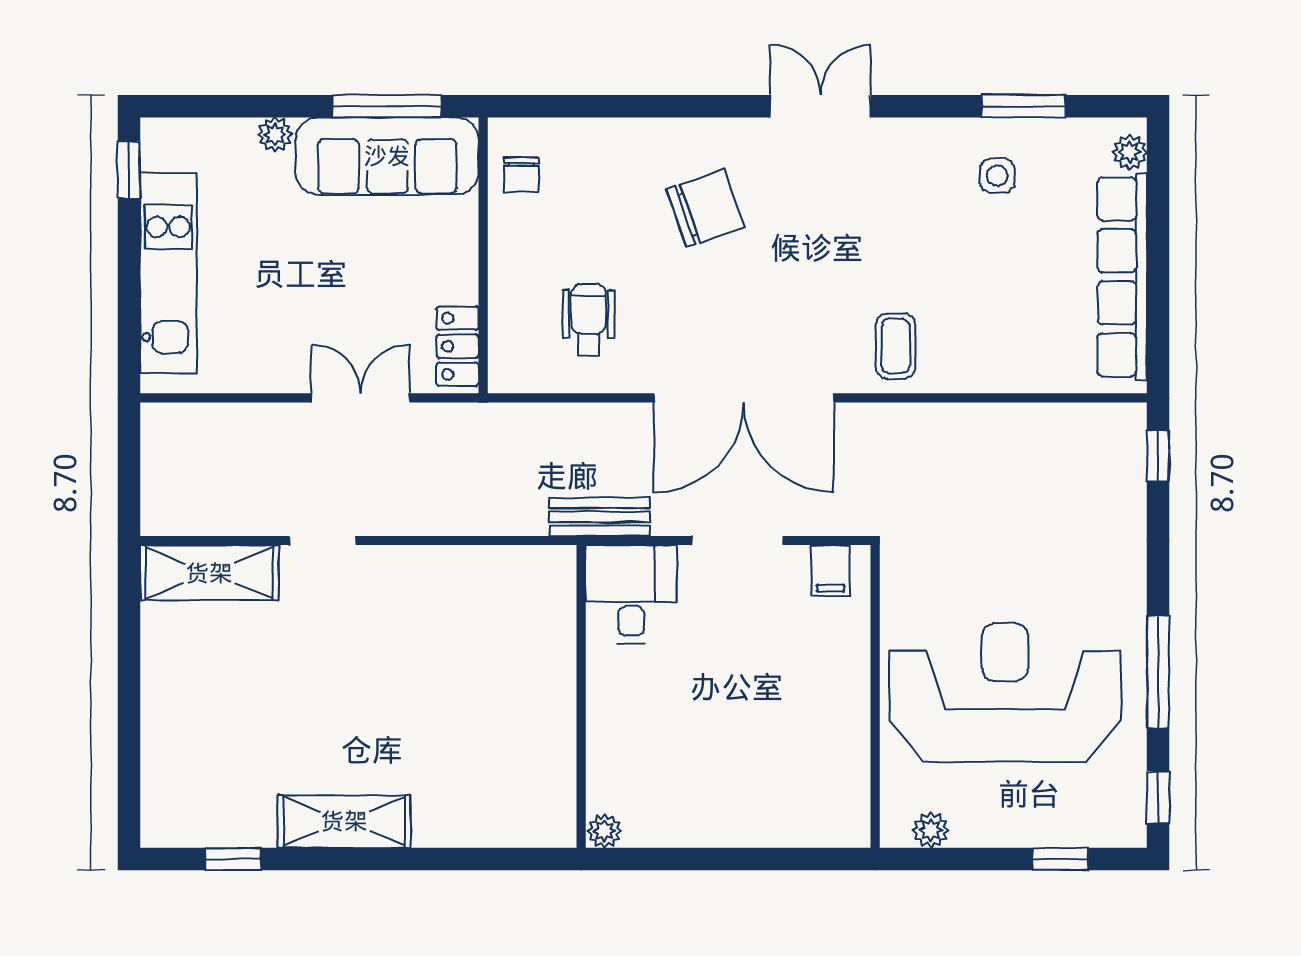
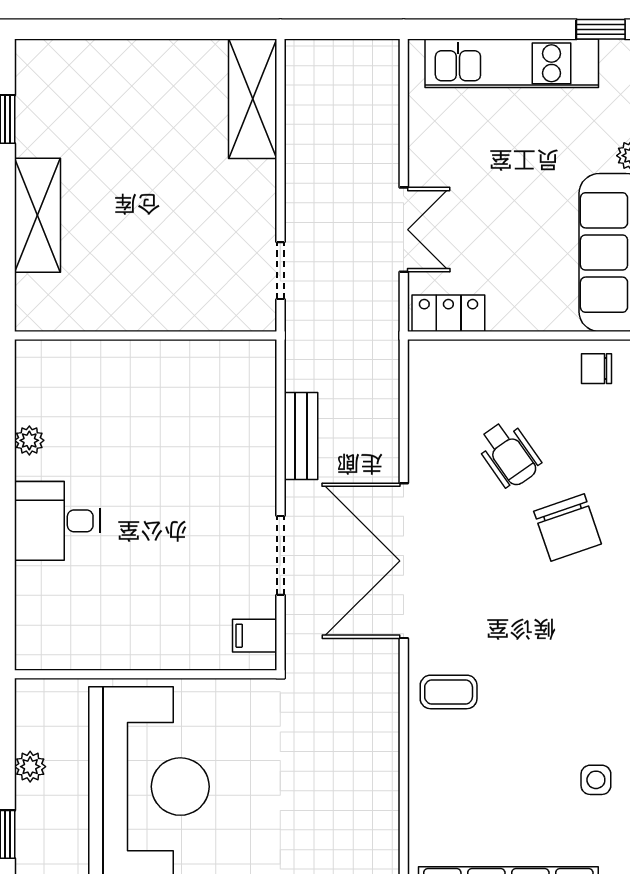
wheelchair: (589, 320) -> (509, 454), moved, turned 55
doorway: (323, 541) -> (280, 271), moved
desk: (631, 594) -> (57, 521), moved, turned 180
wall: (581, 696) -> (146, 335), moved
plant: (931, 830) -> (30, 767), moved

